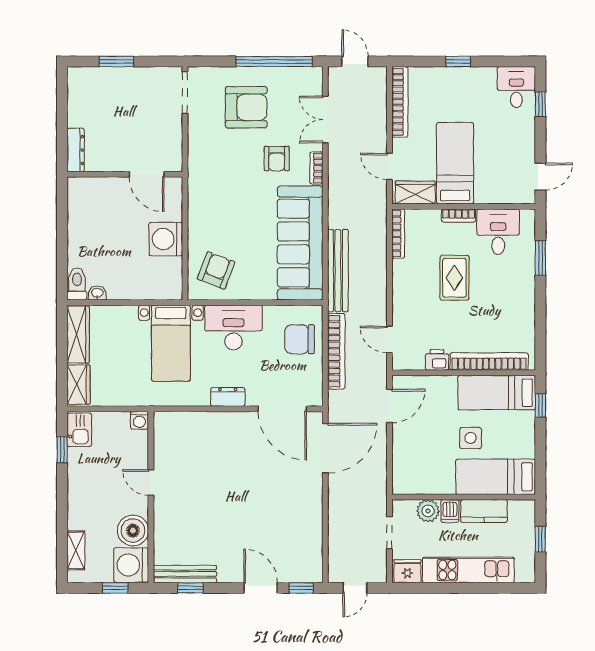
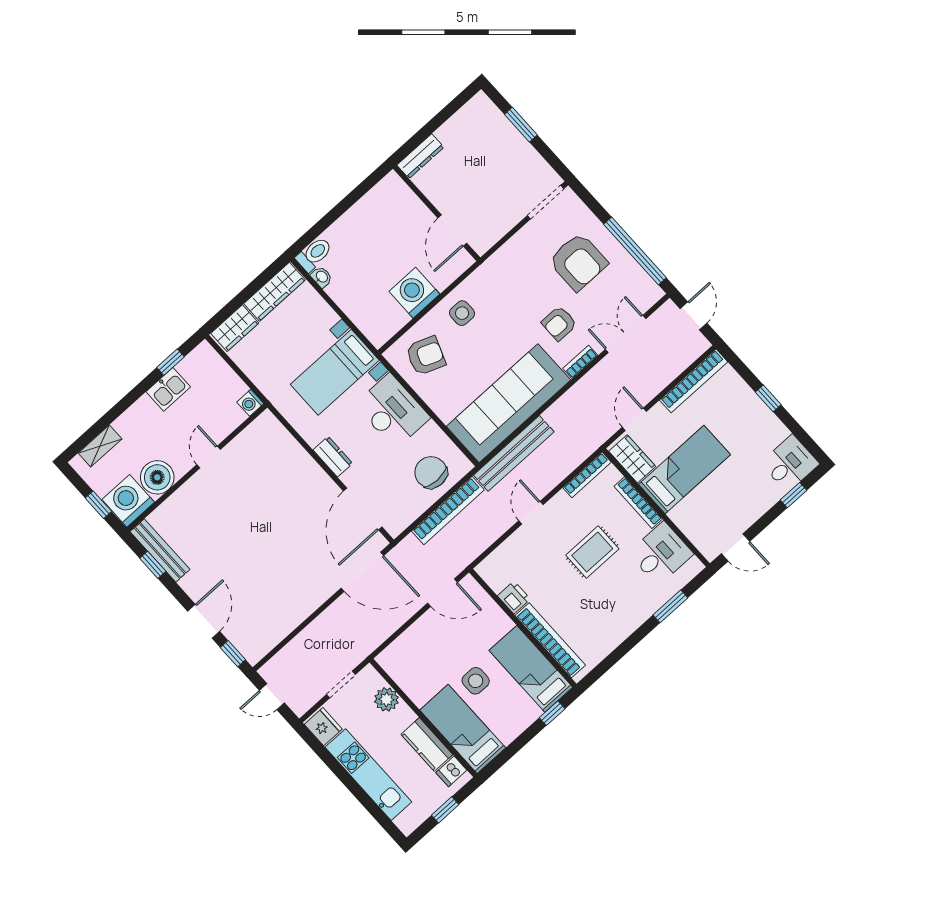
bookcase: (459, 216) -> (638, 503), width x1.56
side table: (209, 219) -> (462, 313), added
door: (389, 340) -> (531, 513), moved
kitchen sink: (79, 430) -> (168, 389), moved
dishwasher: (450, 511) -> (451, 771), moved

